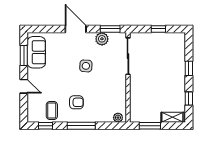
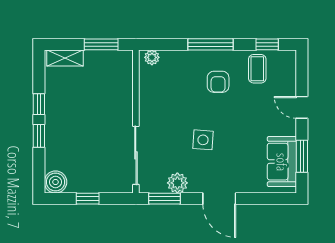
boiler: (178, 39) -> (56, 182), added
window: (189, 99) -> (39, 104), moved
armchair: (76, 102) -> (218, 82), turned -90

